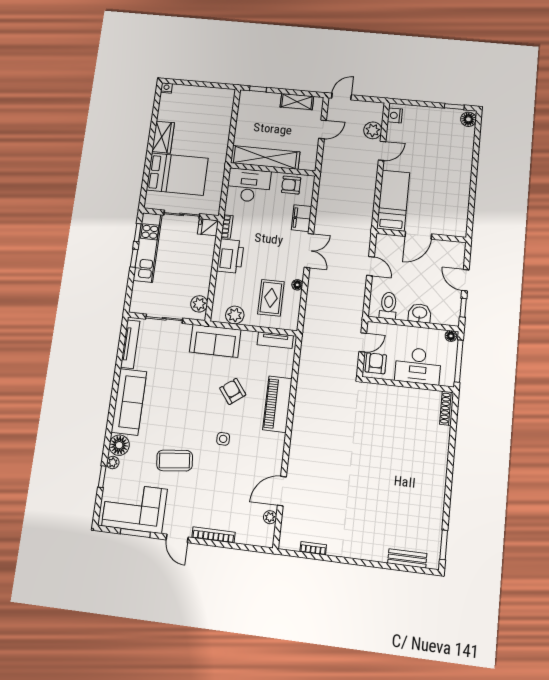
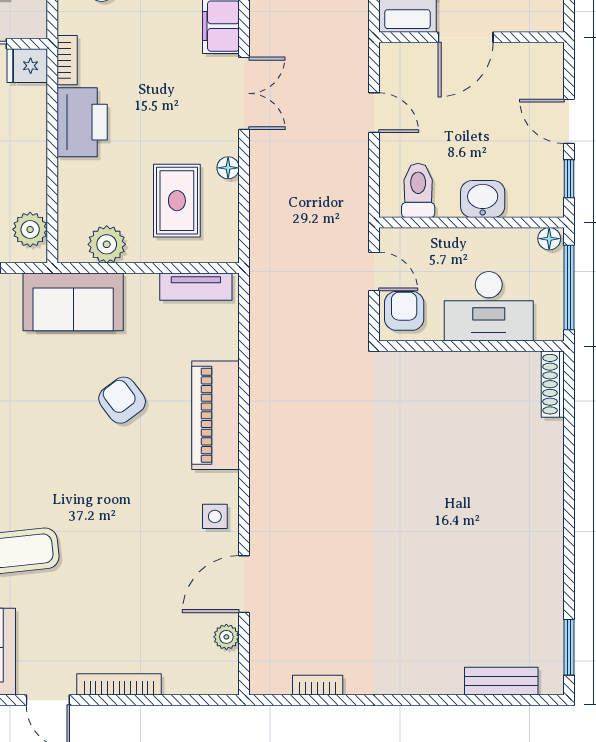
door: (363, 342) -> (374, 271), hinge flipped
side table: (223, 439) -> (215, 516), moved

